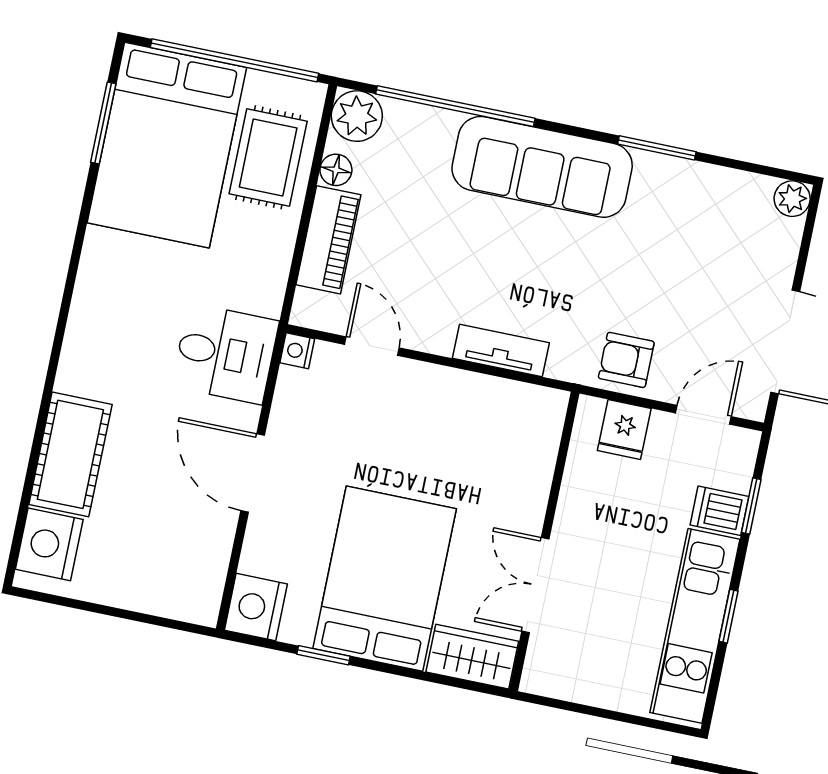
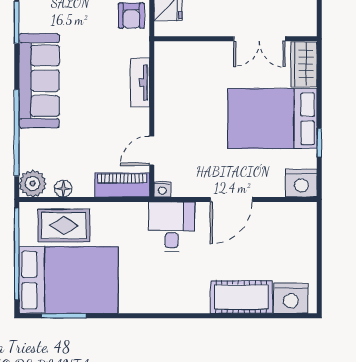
piano: (328, 240) -> (122, 185), moved

